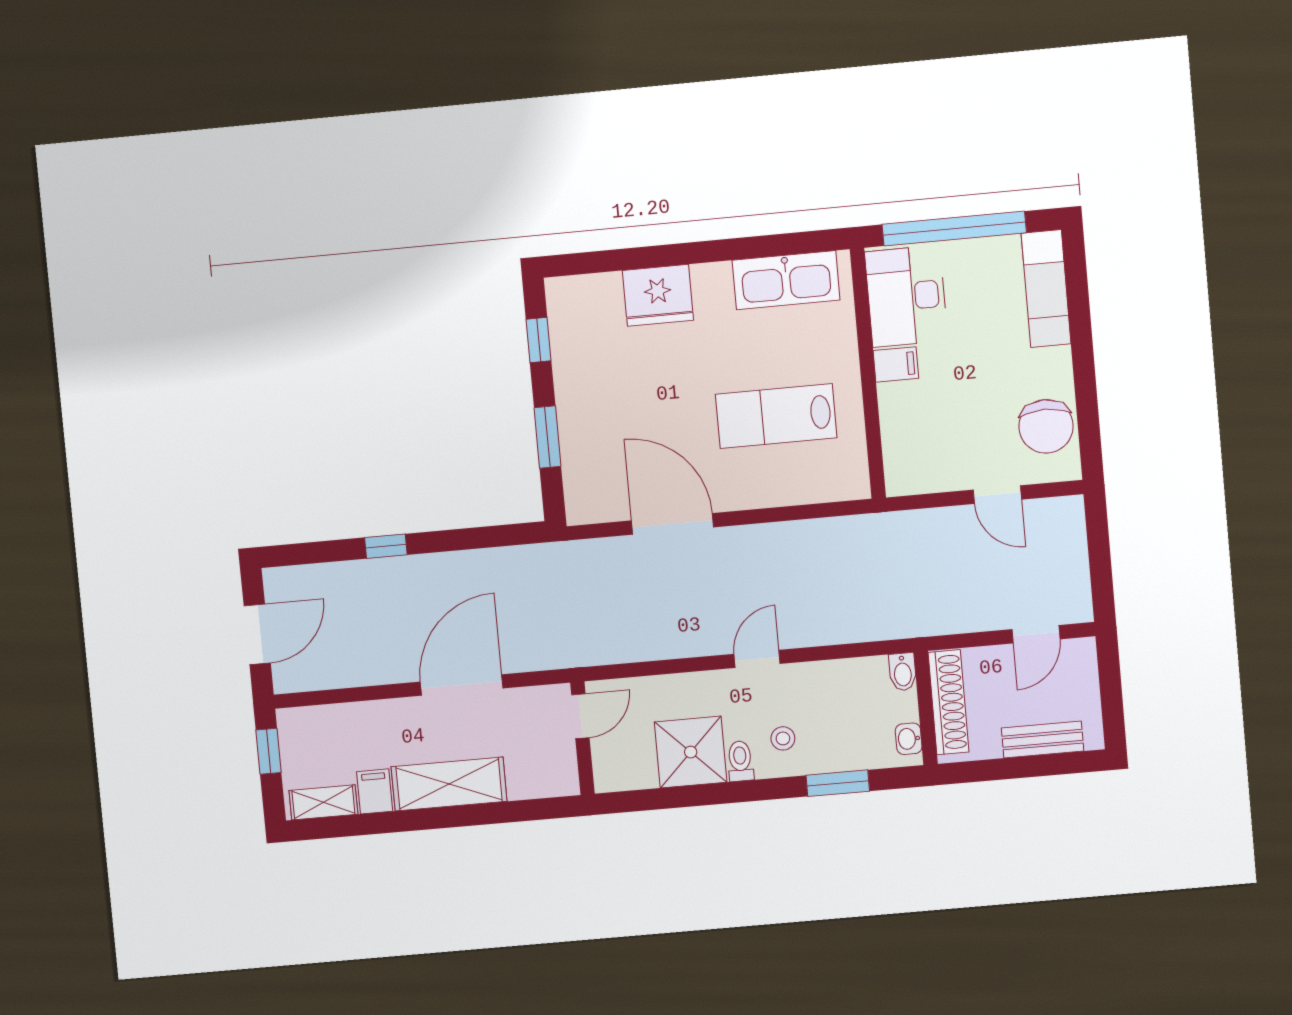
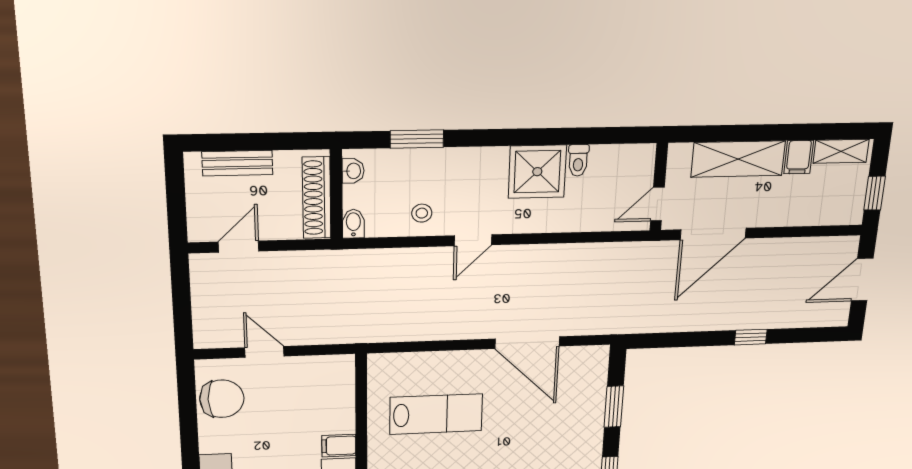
chair: (1046, 426) -> (222, 399), turned 90
door: (580, 716) -> (657, 204), moved
wall: (582, 738) -> (659, 187), moved
stool: (783, 738) -> (422, 213), moved
toilet: (740, 761) -> (578, 160), moved

